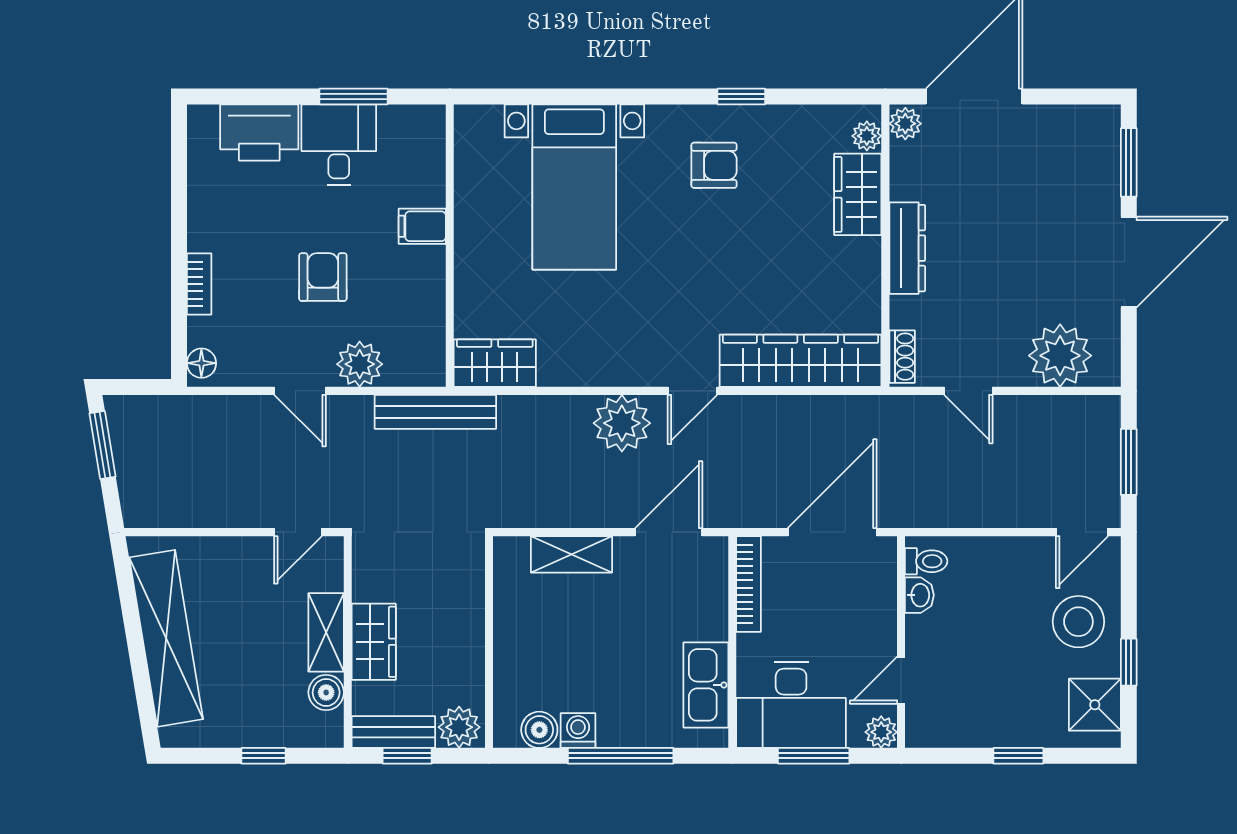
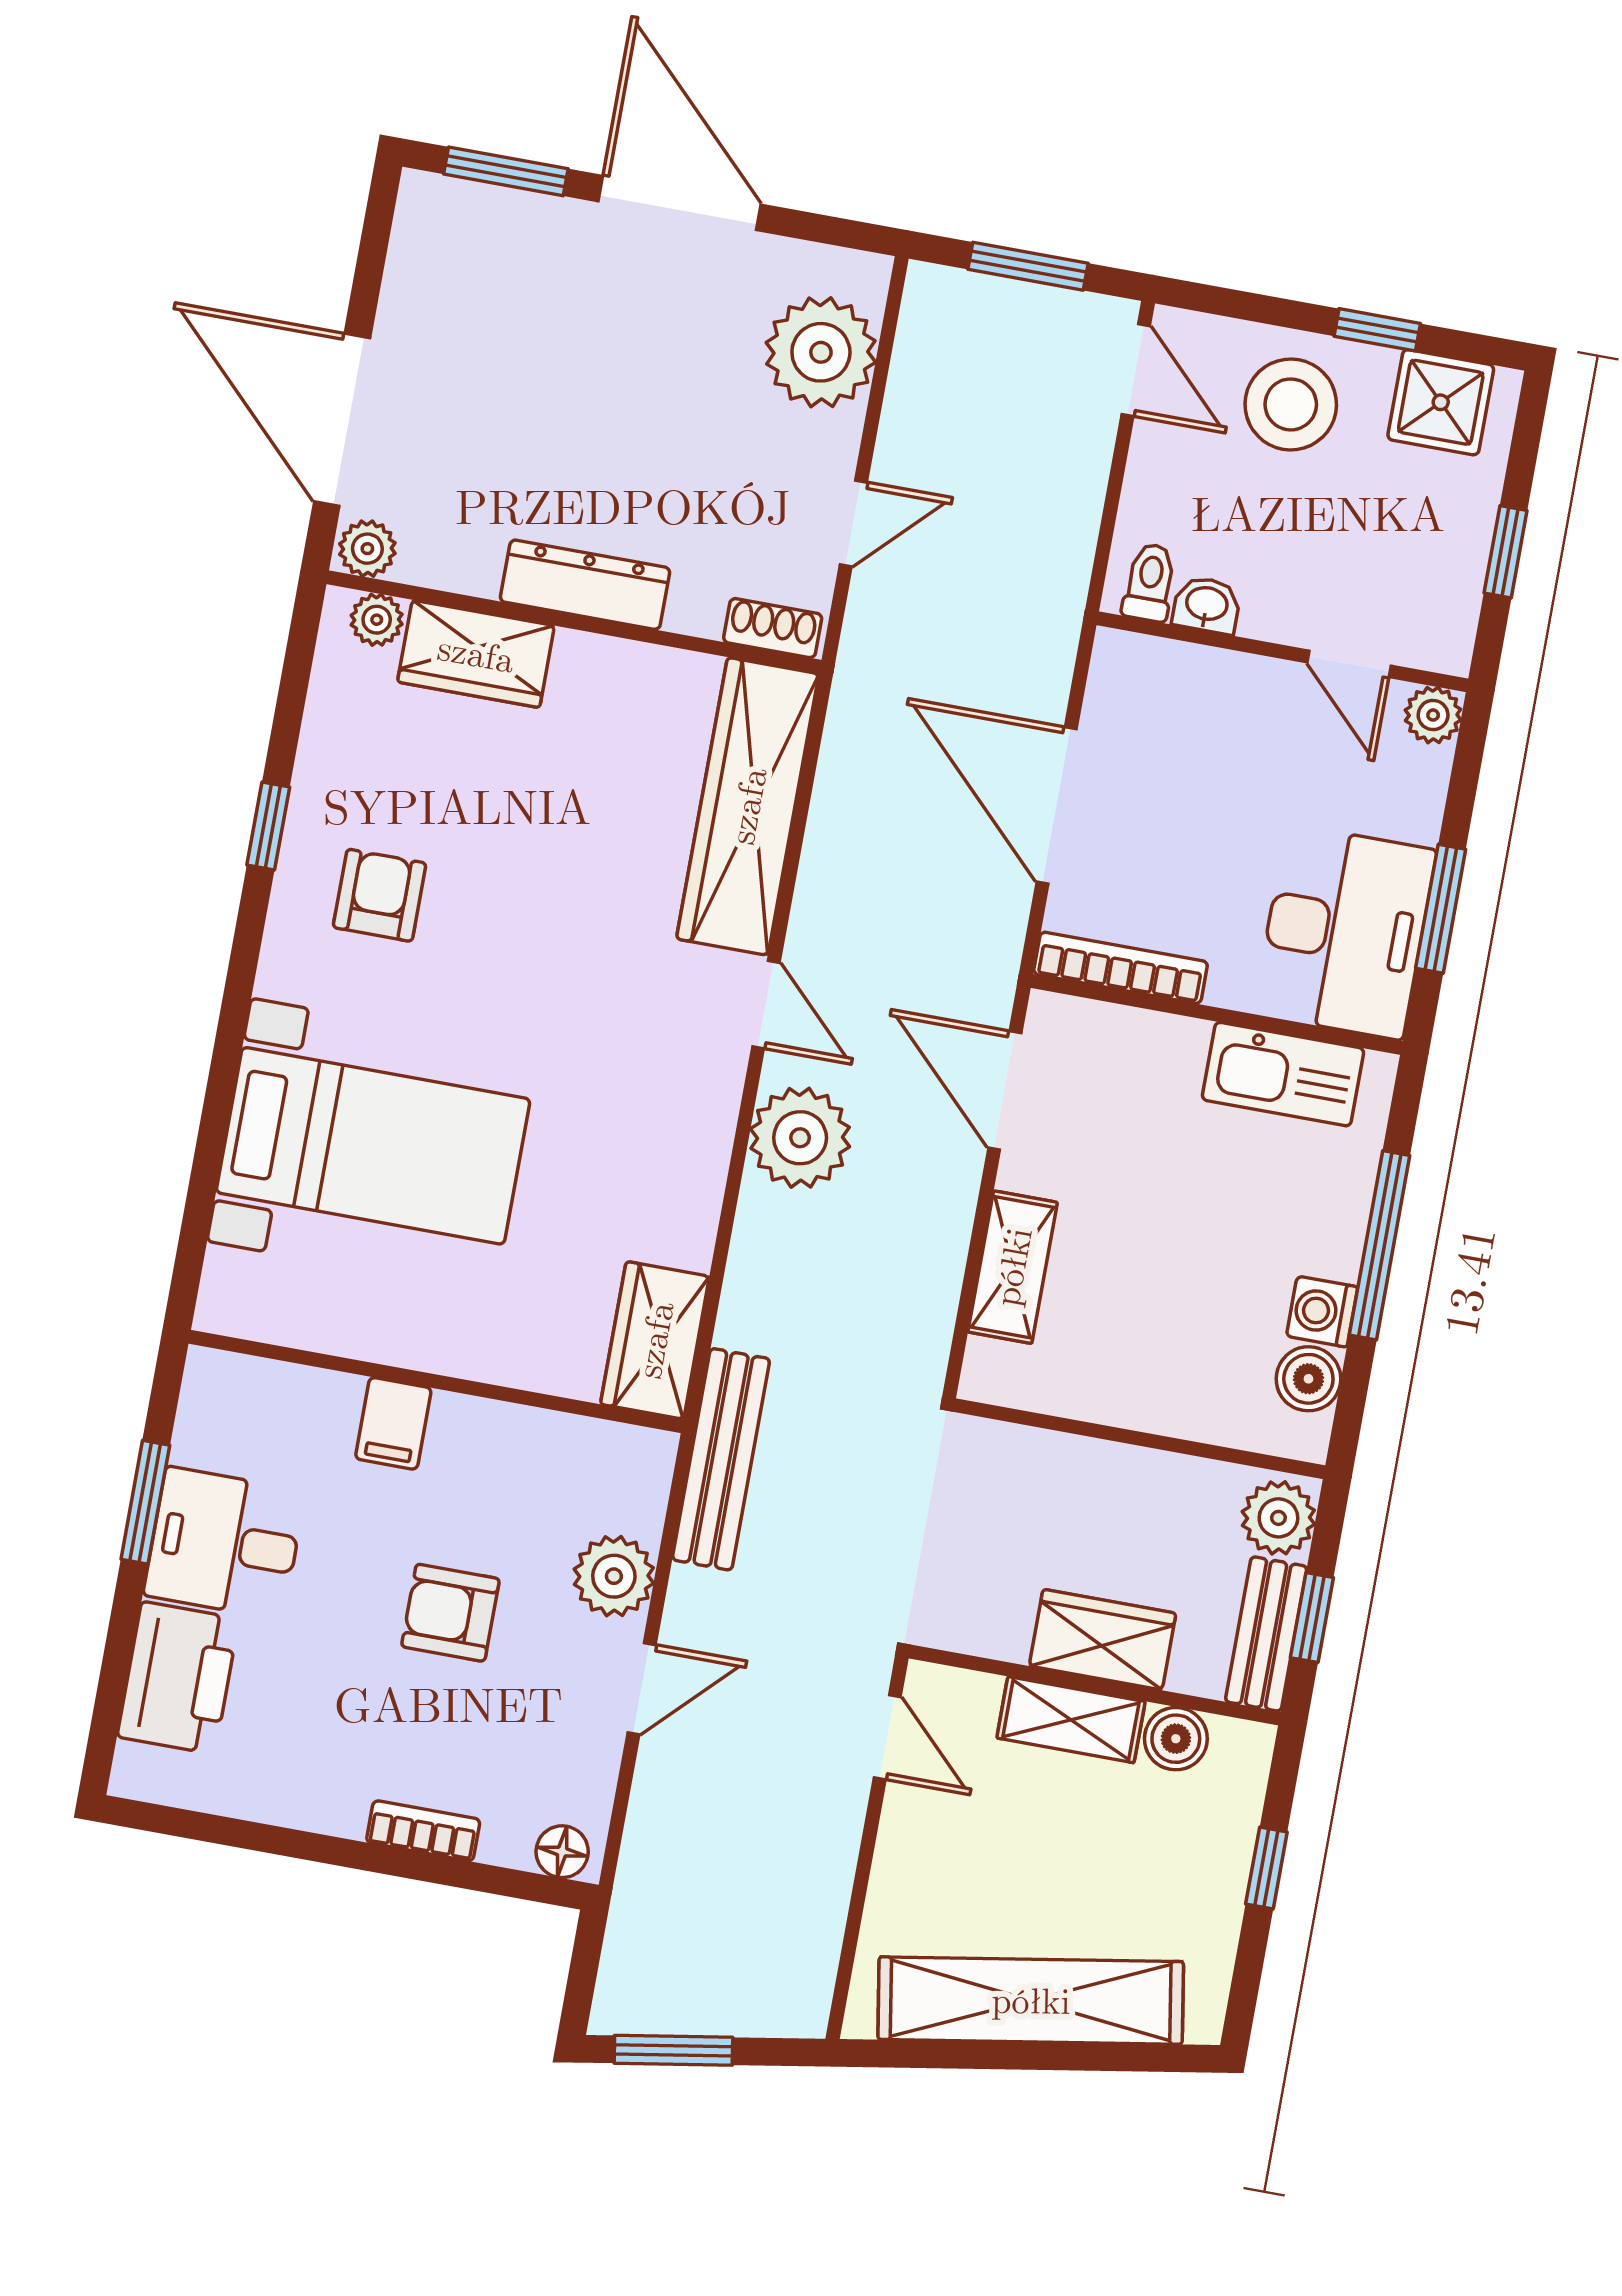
toilet: (926, 561) -> (1150, 582), moved
washbasin: (919, 595) -> (1207, 605), moved
wall: (901, 642) -> (1282, 652), moved
door: (901, 680) -> (1349, 664), moved
plant: (881, 732) -> (1433, 715), moved

